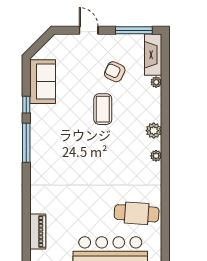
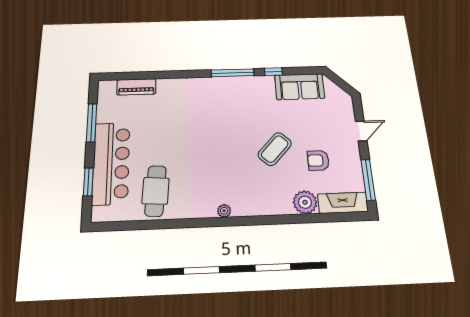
armchair: (115, 72) -> (318, 160), turned -115
plant: (156, 82) -> (305, 202), width x1.88, depth x1.88
coffee table: (103, 109) -> (275, 149), turned -47
plant: (154, 131) -> (254, 207), removed

